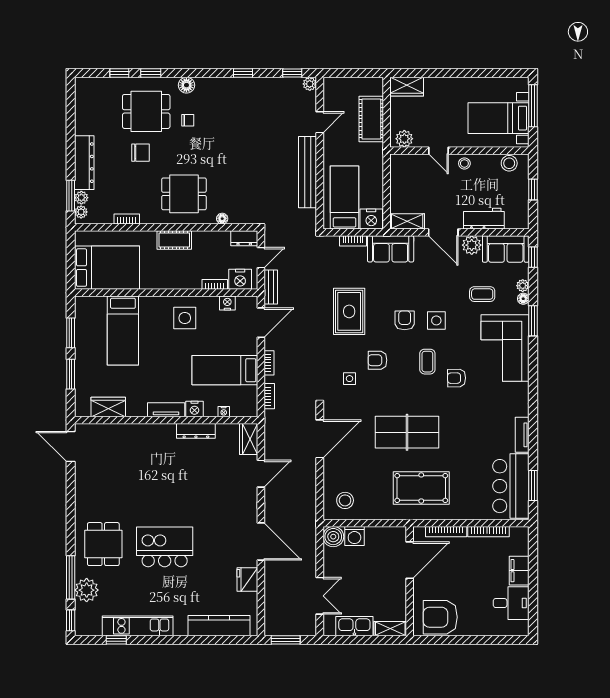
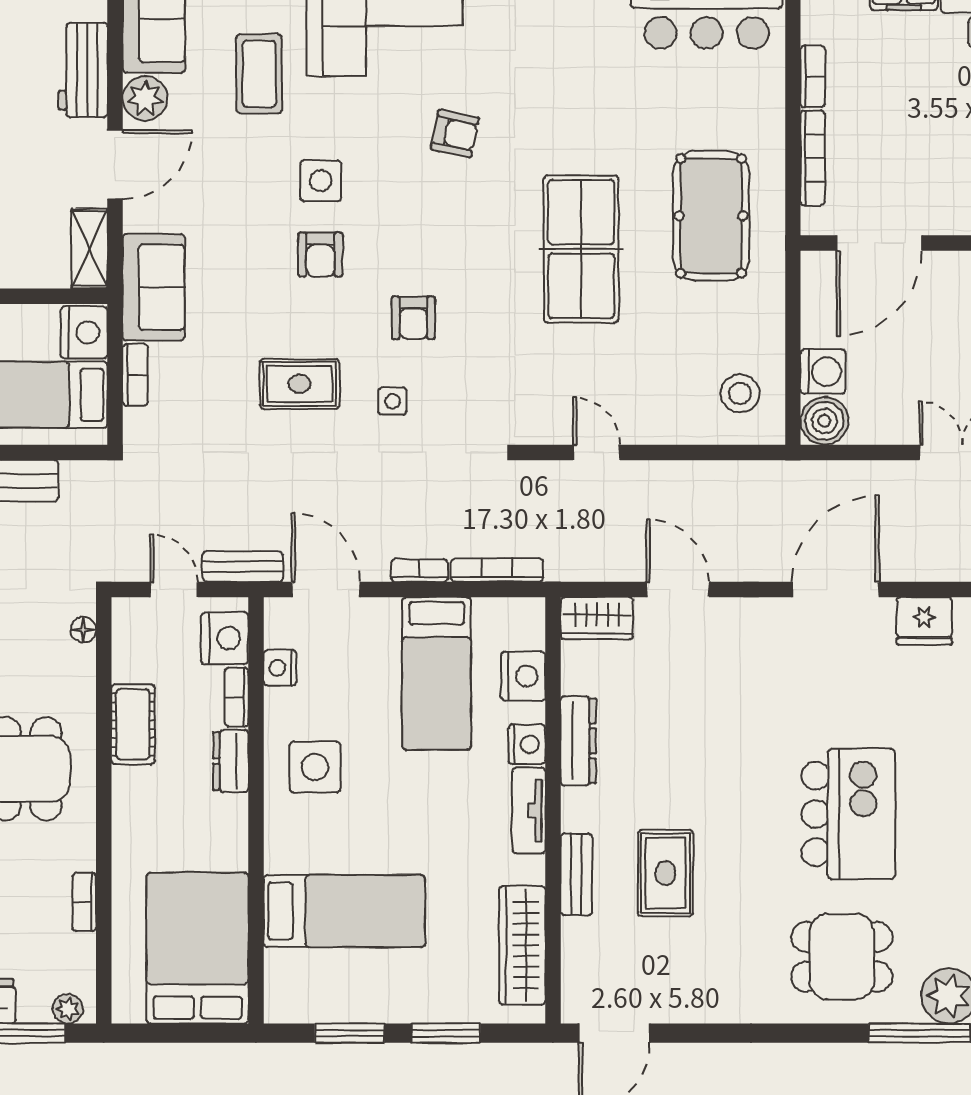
plant: (81, 198) -> (34, 1008), removed
floor lamp: (222, 219) -> (83, 630), moved
dresser: (244, 238) -> (231, 761), moved, turned 180
cot: (174, 240) -> (133, 724), moved
coffee table: (482, 294) -> (259, 74), width x1.36, depth x1.30
rug: (349, 311) -> (300, 384), width x0.73, depth x0.70
armchair: (405, 320) -> (320, 255), turned -90
coffee table: (427, 362) -> (416, 202), removed
armchair: (457, 378) -> (455, 134), turned -77
side table: (349, 379) -> (392, 401), moved
bookcase: (269, 396) -> (497, 570), width x1.56
wardrobe: (108, 407) -> (522, 945), width x1.50
nightstand: (224, 412) -> (523, 676), width x1.89, depth x1.79
bench: (139, 430) -> (576, 874), added
door: (320, 439) -> (597, 452), width x0.53
rug: (139, 468) -> (665, 873), added
bookcase: (488, 532) -> (813, 76), width x0.64
kitchen island: (165, 547) -> (848, 814), turned 180
door: (410, 560) -> (879, 243), swing flipped

